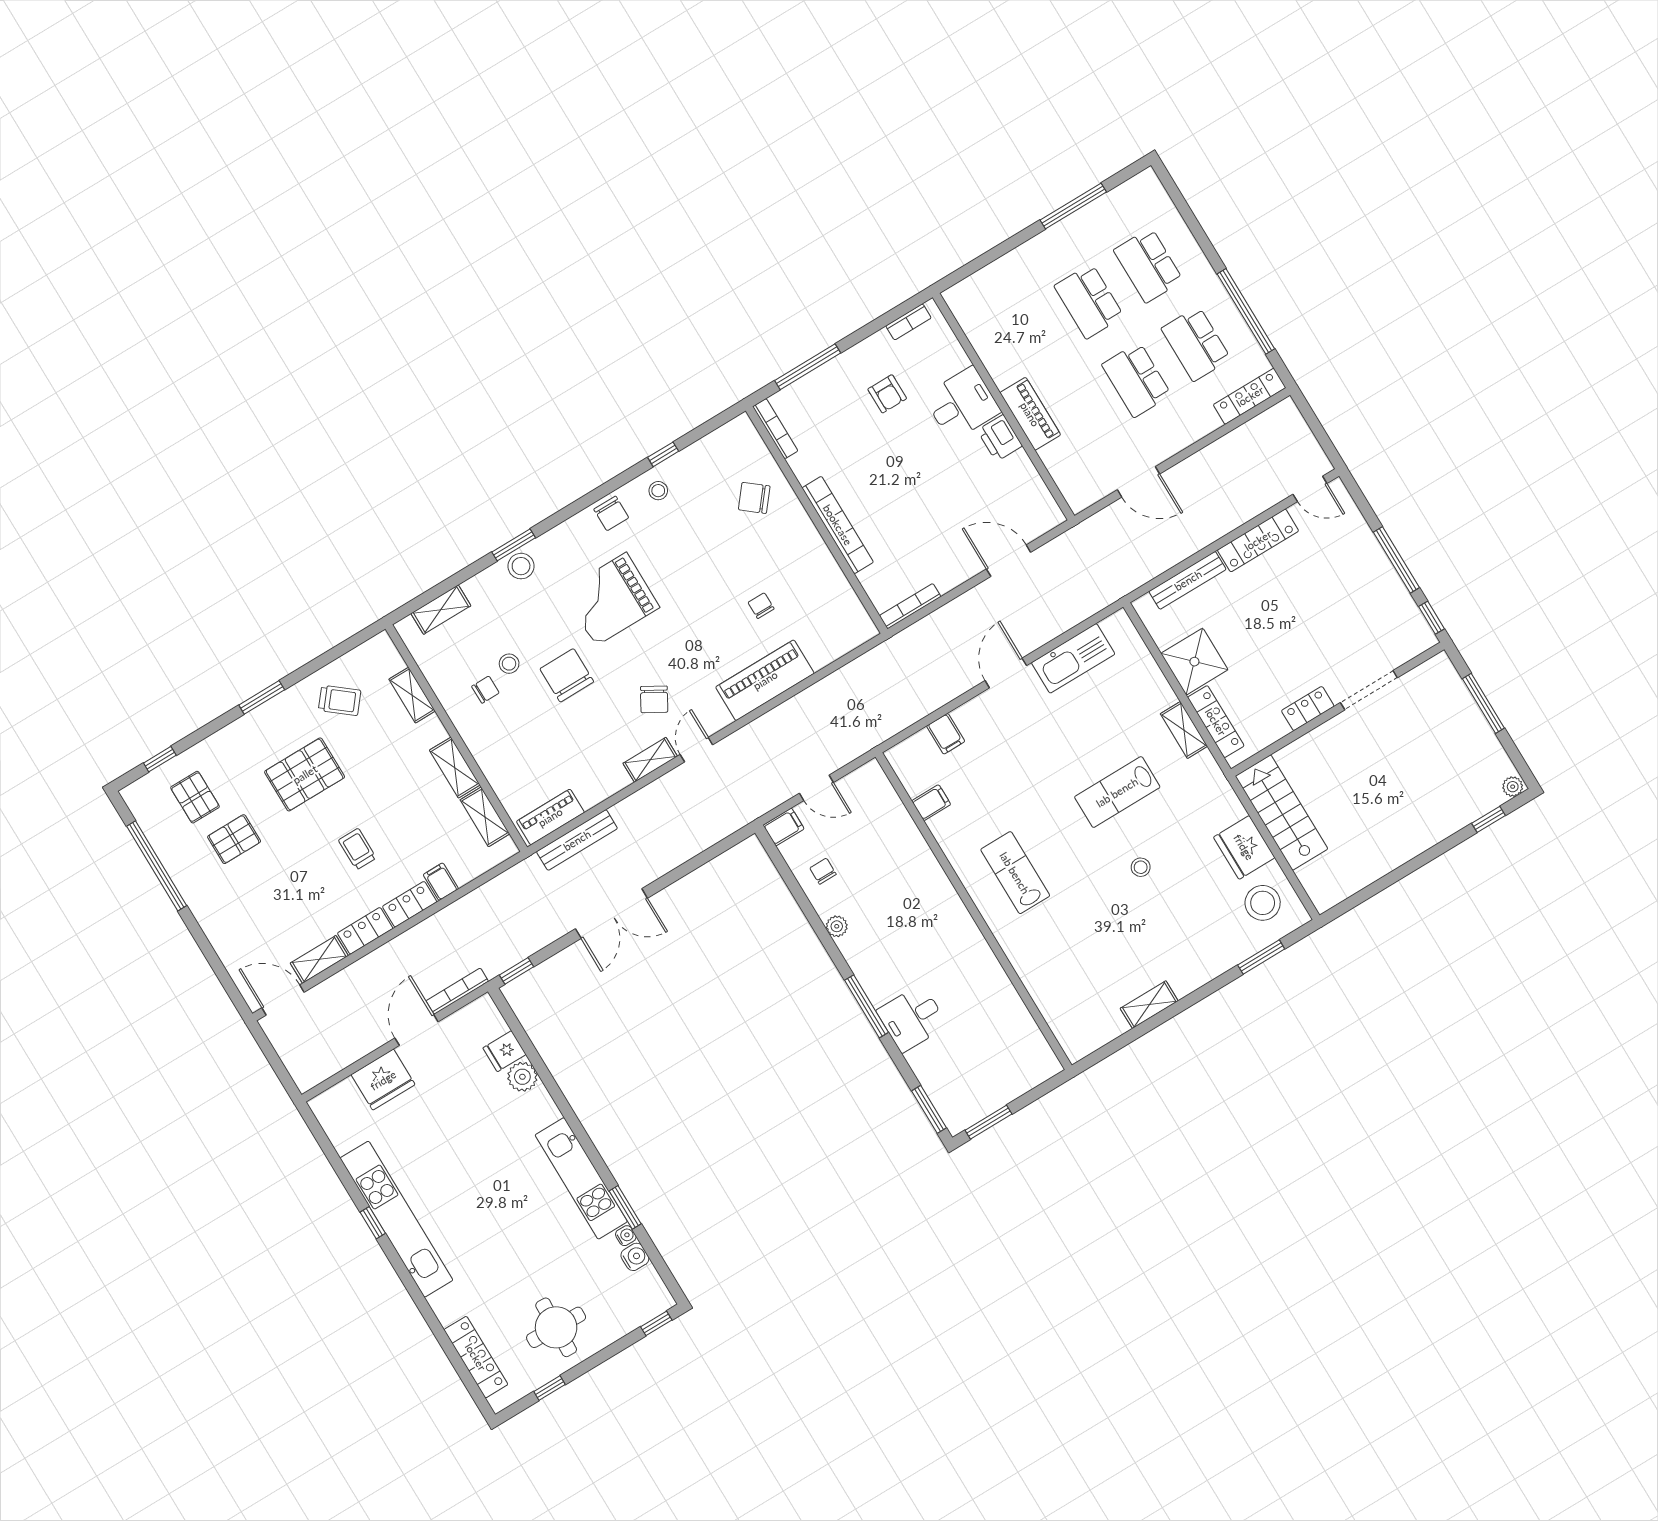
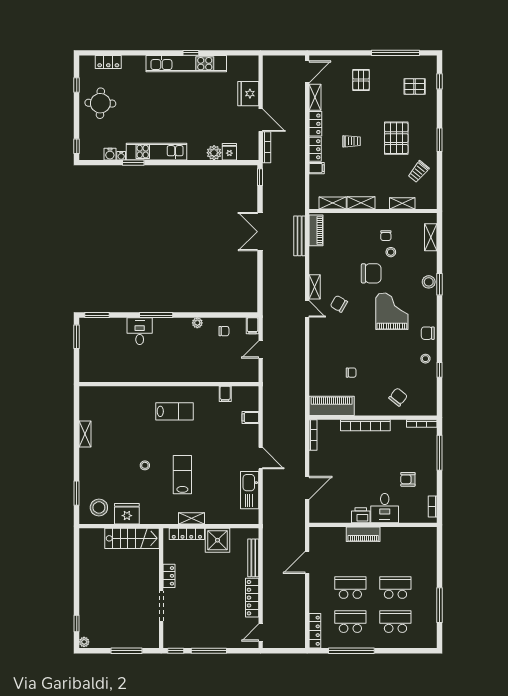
piano: (765, 680) -> (332, 406), moved, turned -90
pallet: (234, 839) -> (361, 80), moved
locker: (476, 1357) -> (108, 62), width x0.66

